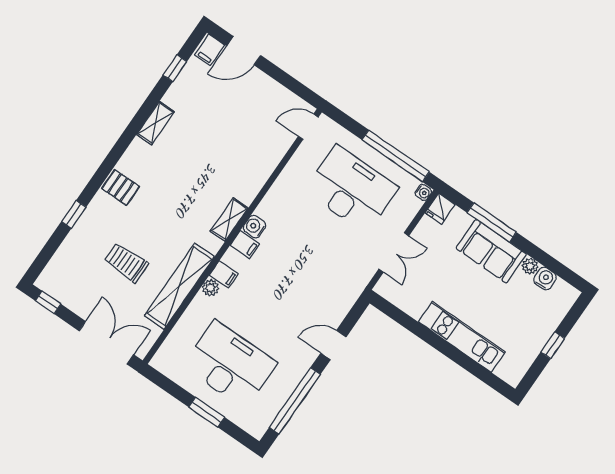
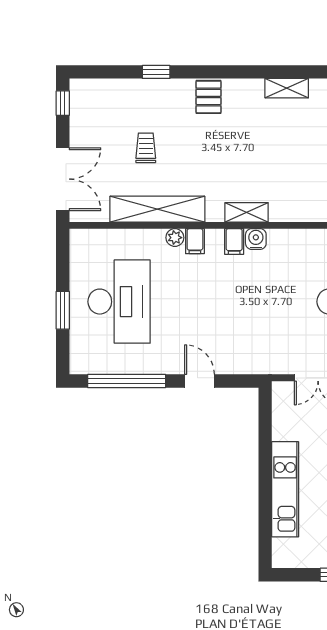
trolley: (126, 263) -> (146, 148), width x0.73, depth x0.72

